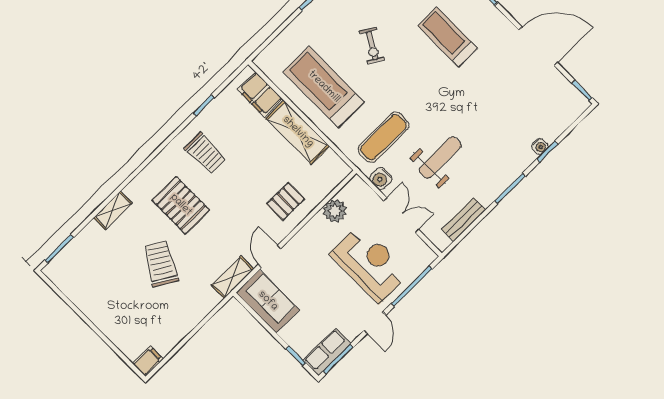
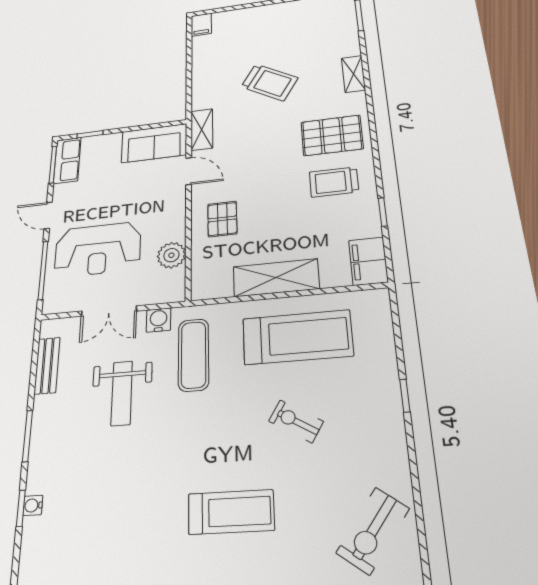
filing cabinet: (260, 94) -> (368, 261), moved, turned -90
pallet: (181, 205) -> (332, 135), moved

